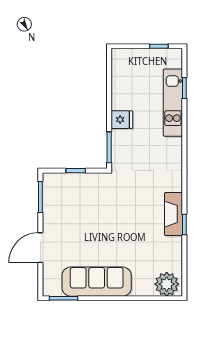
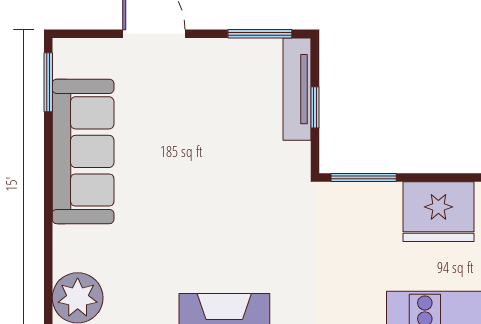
fridge: (122, 120) -> (438, 212), width x1.88, depth x1.34
tv unit: (67, 179) -> (297, 89), added

